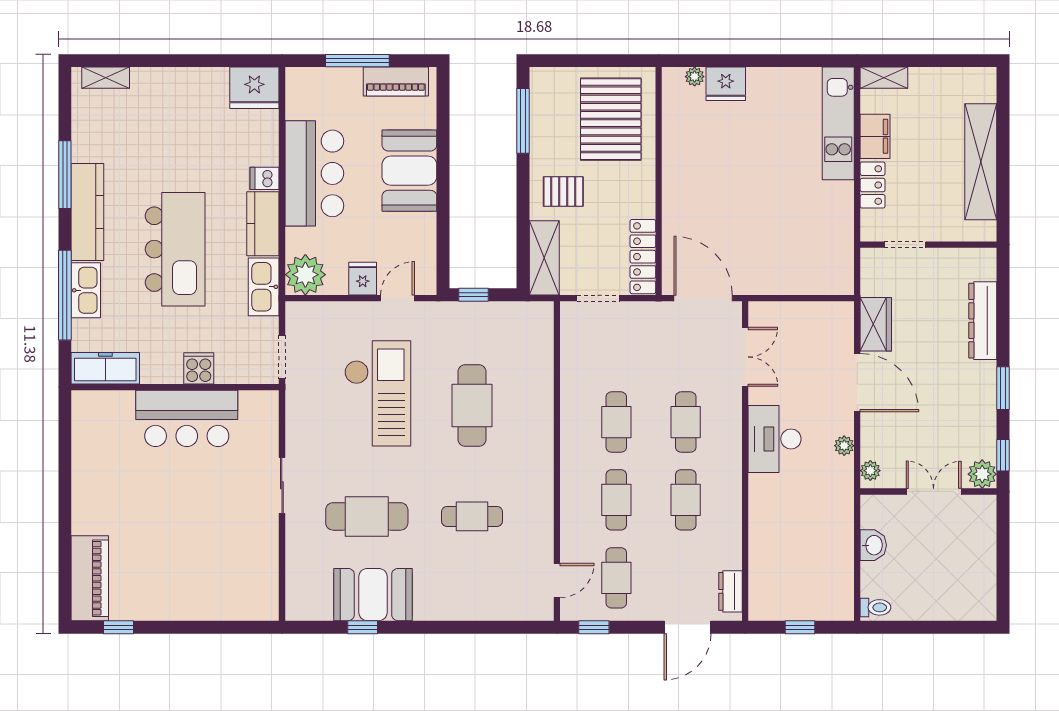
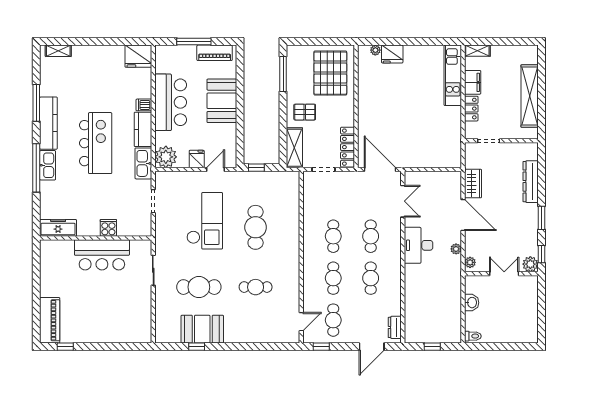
freezer: (105, 368) -> (58, 228), moved
cooker: (199, 368) -> (108, 228), moved
wall: (175, 387) -> (96, 238), moved
bar counter: (187, 418) -> (102, 255), moved

